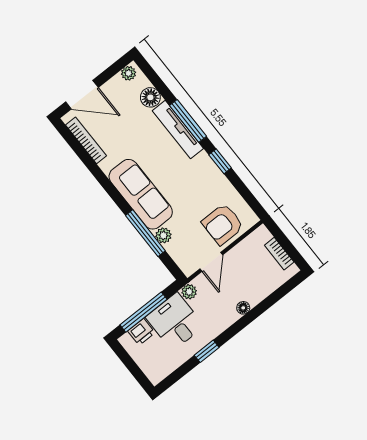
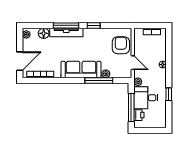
armchair: (223, 224) -> (121, 45), turned 180

